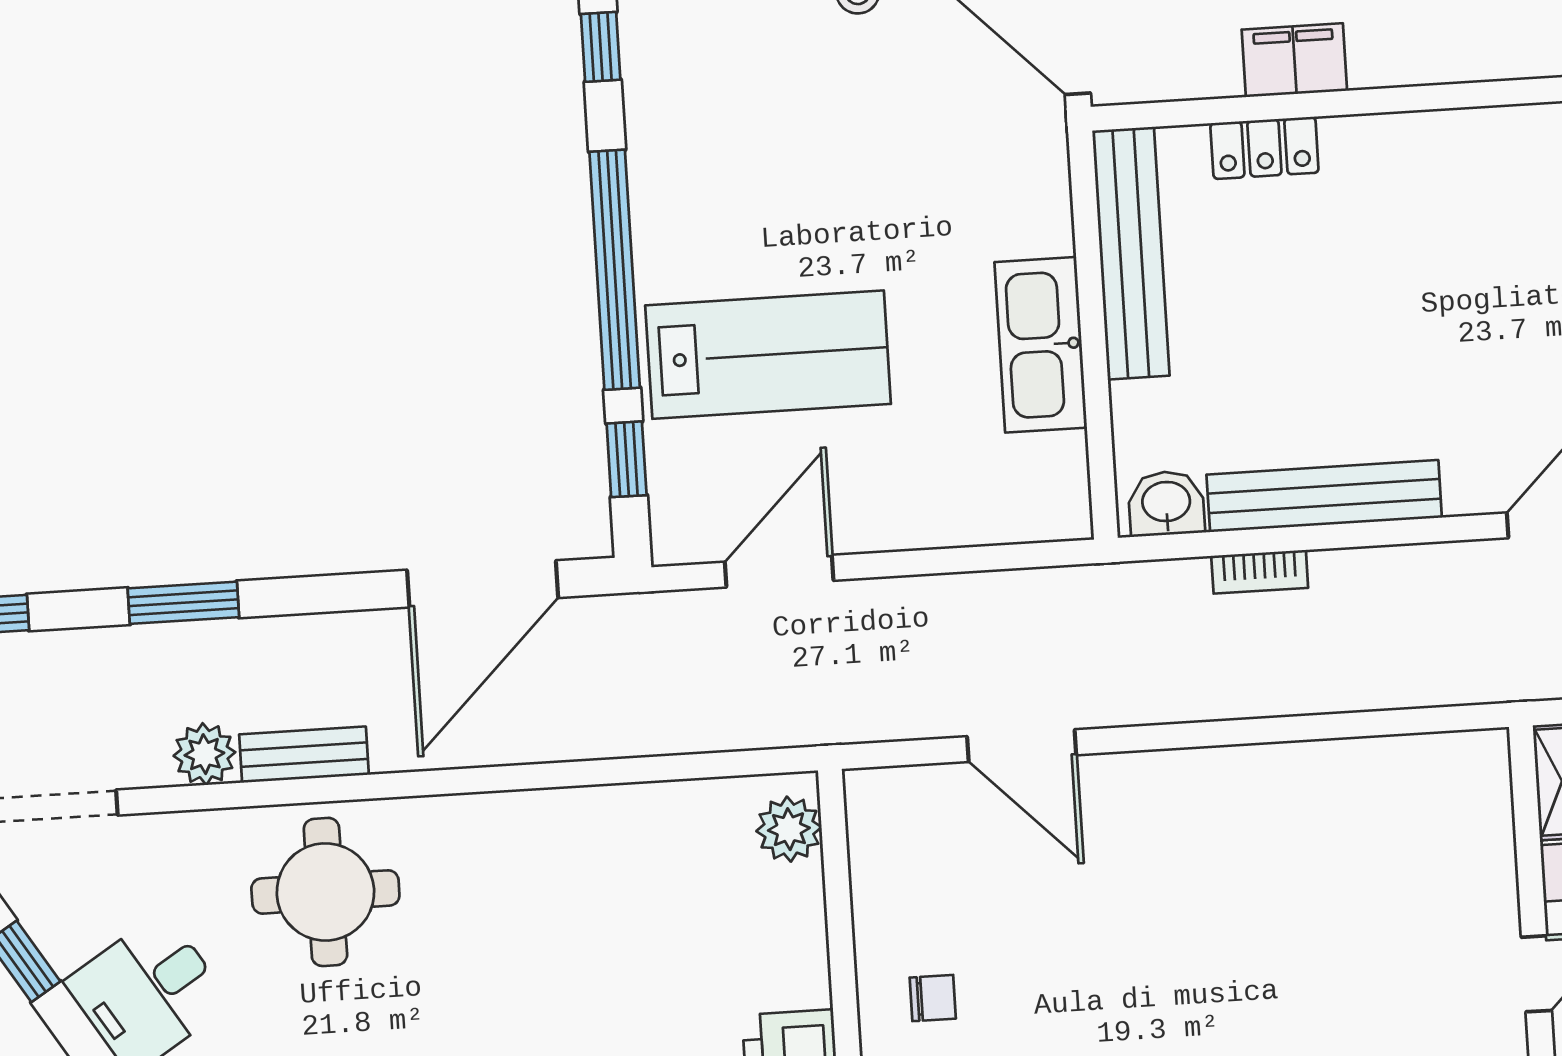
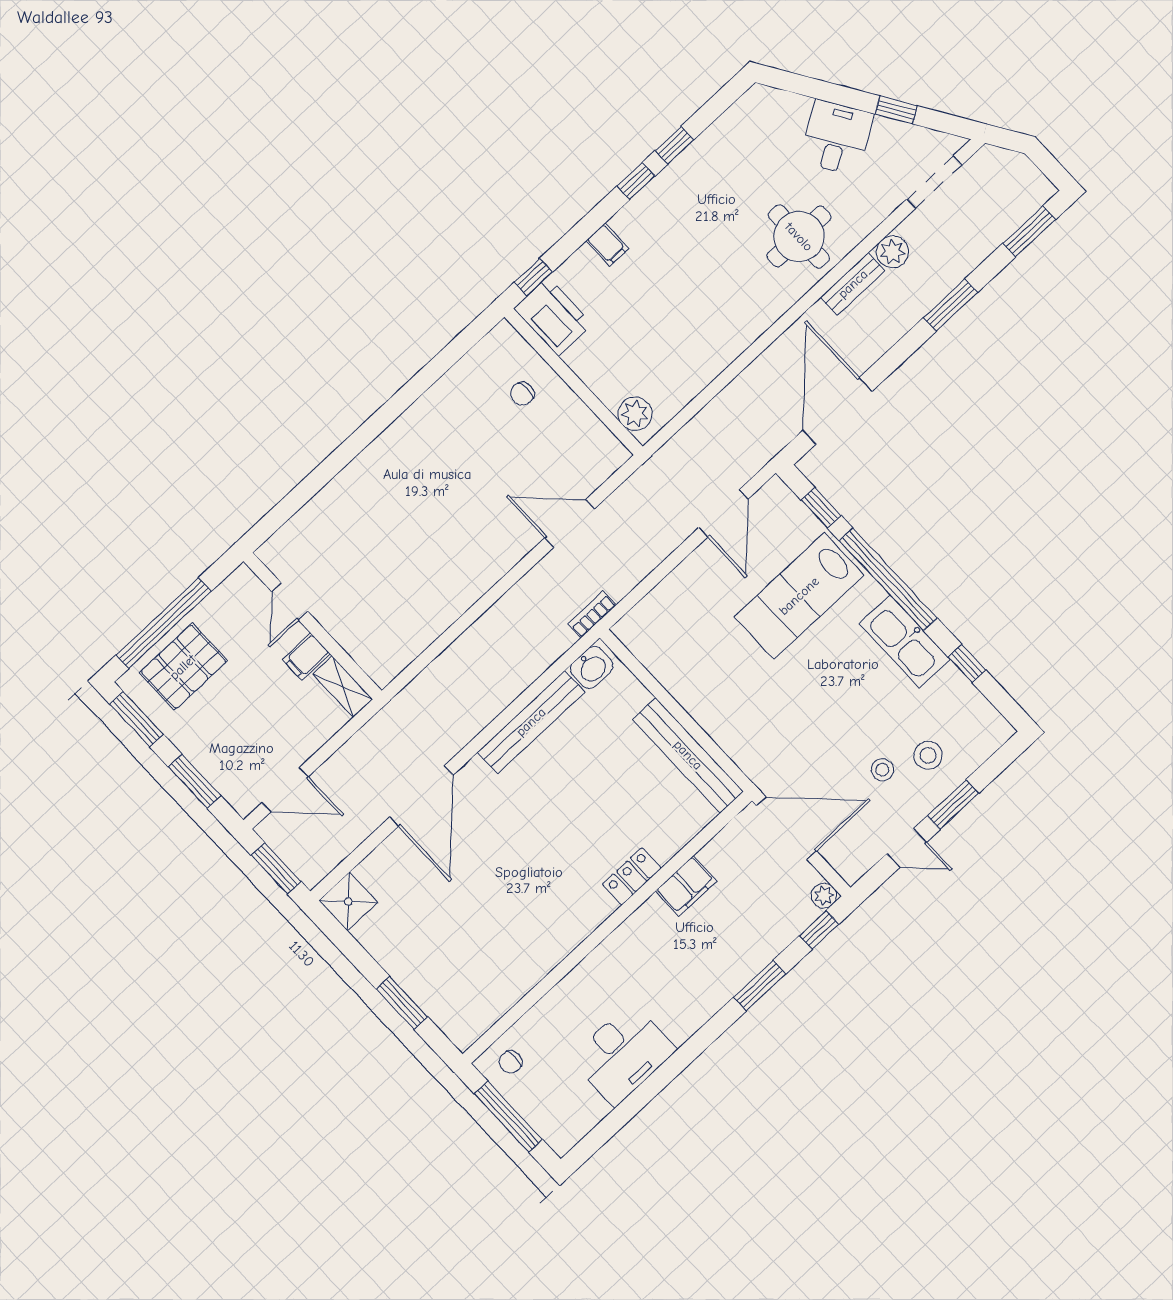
locker: (1264, 148) -> (632, 876), moved
kitchen sink: (1041, 345) -> (905, 641), moved, turned 180
bookcase: (1260, 572) -> (592, 615), moved

